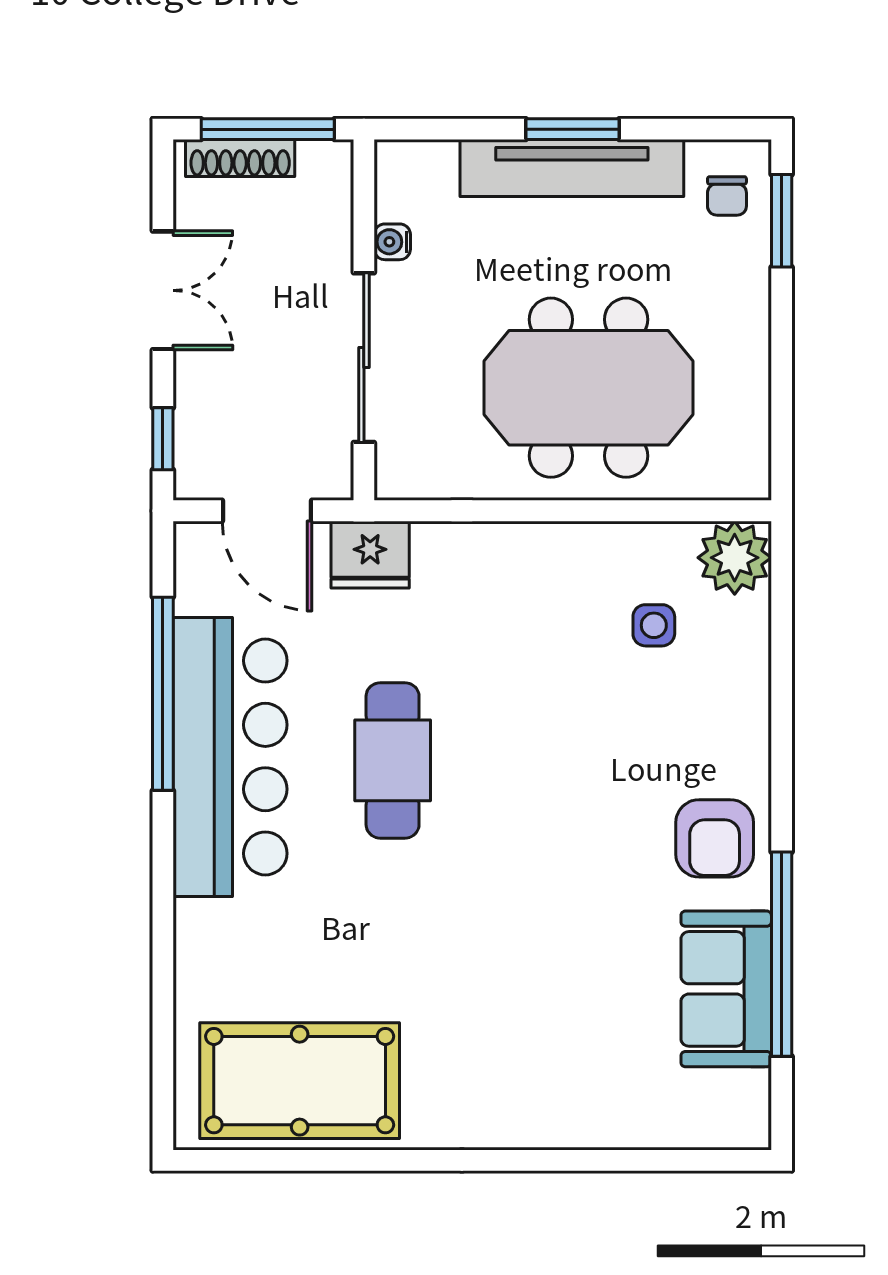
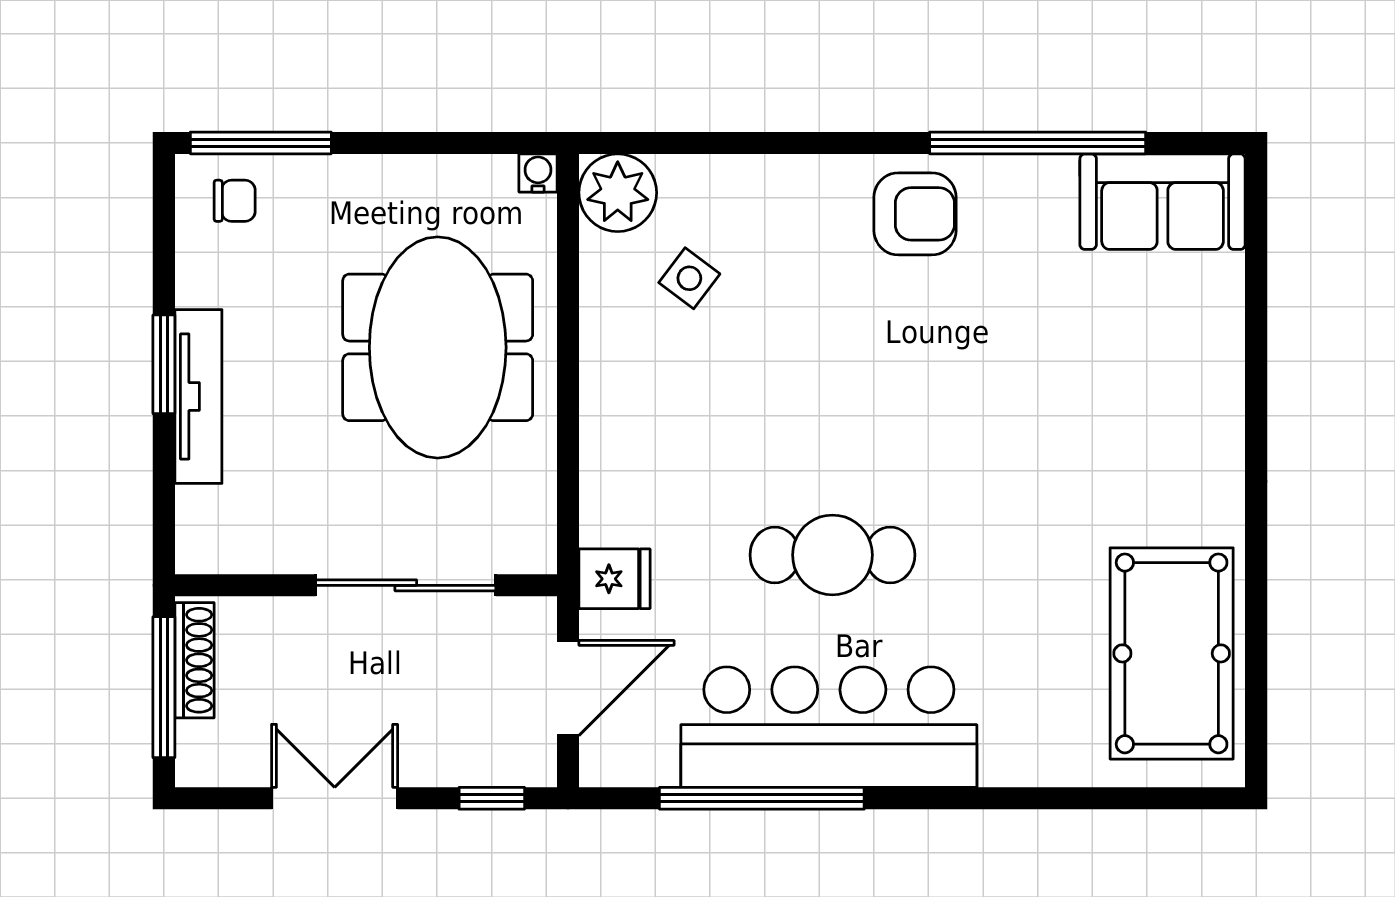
shoe rack: (240, 158) -> (194, 660), moved
tv unit: (572, 168) -> (198, 397), width x0.73, depth x0.78
window: (782, 221) -> (261, 143), width x1.44
water cooler: (392, 242) -> (538, 173), moved, turned 180
fridge: (370, 555) -> (614, 579), width x0.72
side table: (654, 625) -> (689, 278), turned 37
sofa: (726, 989) -> (1163, 202), moved

